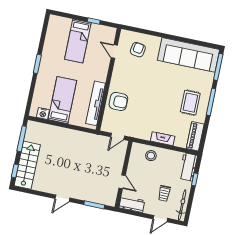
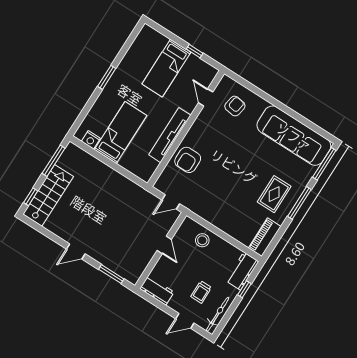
armchair: (118, 101) -> (188, 160), turned 90
tv unit: (96, 103) -> (170, 135), moved
fireplace: (163, 139) -> (224, 225), removed
door: (122, 182) -> (164, 245), moved

